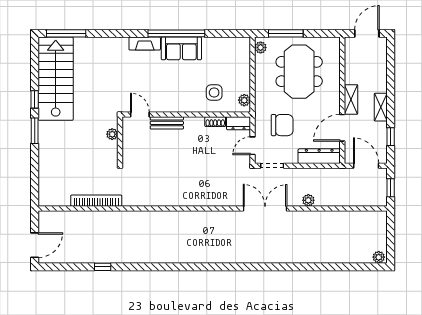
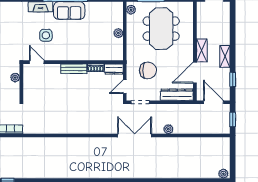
side table: (214, 93) -> (46, 35), moved
plant: (244, 100) -> (118, 33), moved
bench: (167, 123) -> (74, 69), moved

